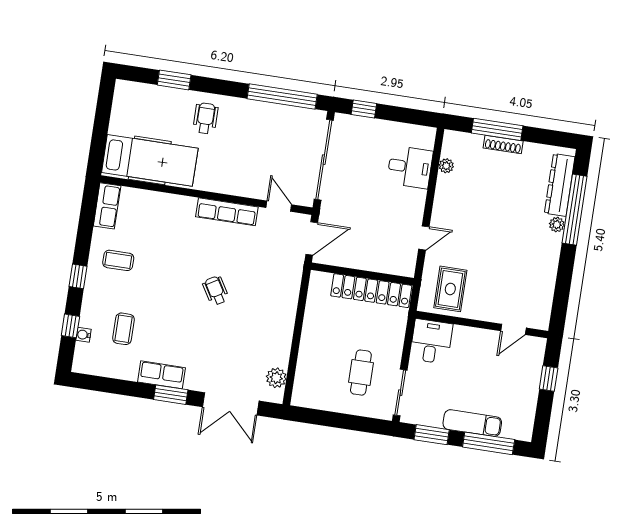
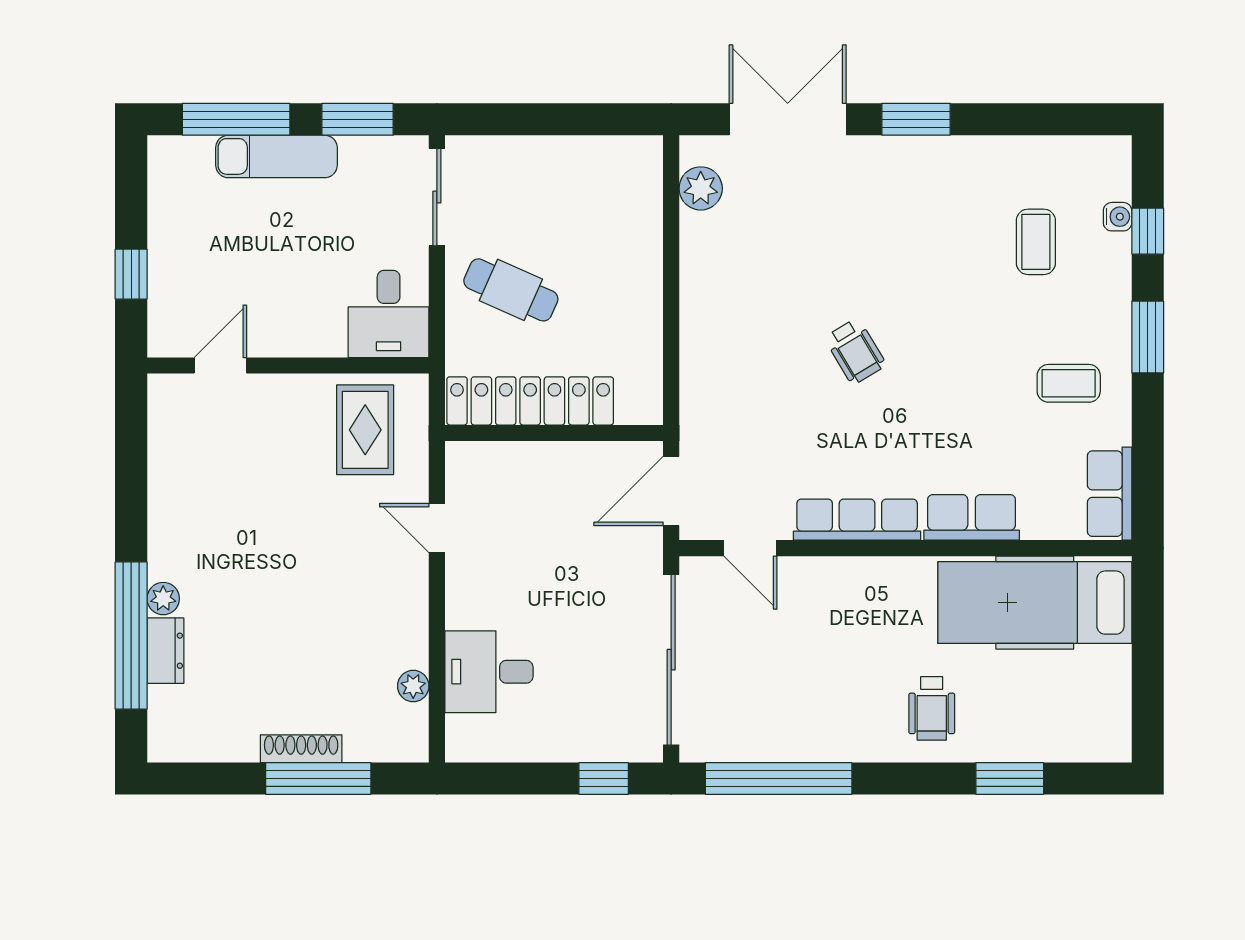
dresser: (560, 185) -> (165, 651), width x0.51, depth x0.80
door: (424, 238) -> (437, 528), hinge flipped
window: (78, 276) -> (1148, 337), width x1.50
cafe table: (361, 373) -> (511, 290), moved, turned -66
row of seats: (162, 375) -> (972, 517), moved, turned 180

